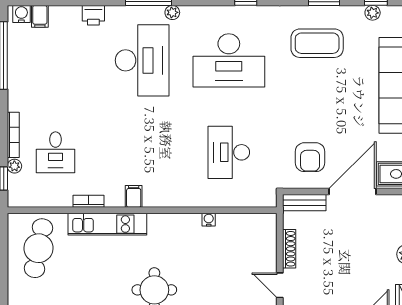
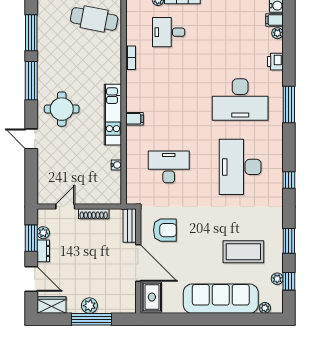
plant: (172, 12) -> (277, 33), moved
coffee table: (317, 43) -> (243, 252), moved, turned 90
armchair: (310, 157) -> (165, 230), turned 180
filing cabinet: (134, 196) -> (134, 119), moved
water cooler: (209, 220) -> (116, 165), moved
kitchen unit: (107, 224) -> (113, 115), moved

